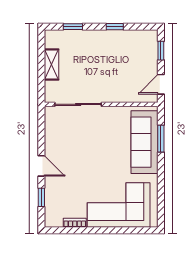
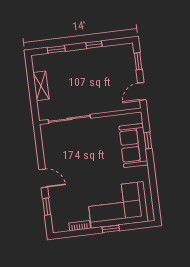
window: (161, 139) -> (148, 140), width x0.67
sofa: (145, 142) -> (133, 146), width x0.73
window: (108, 230) -> (111, 229), added

